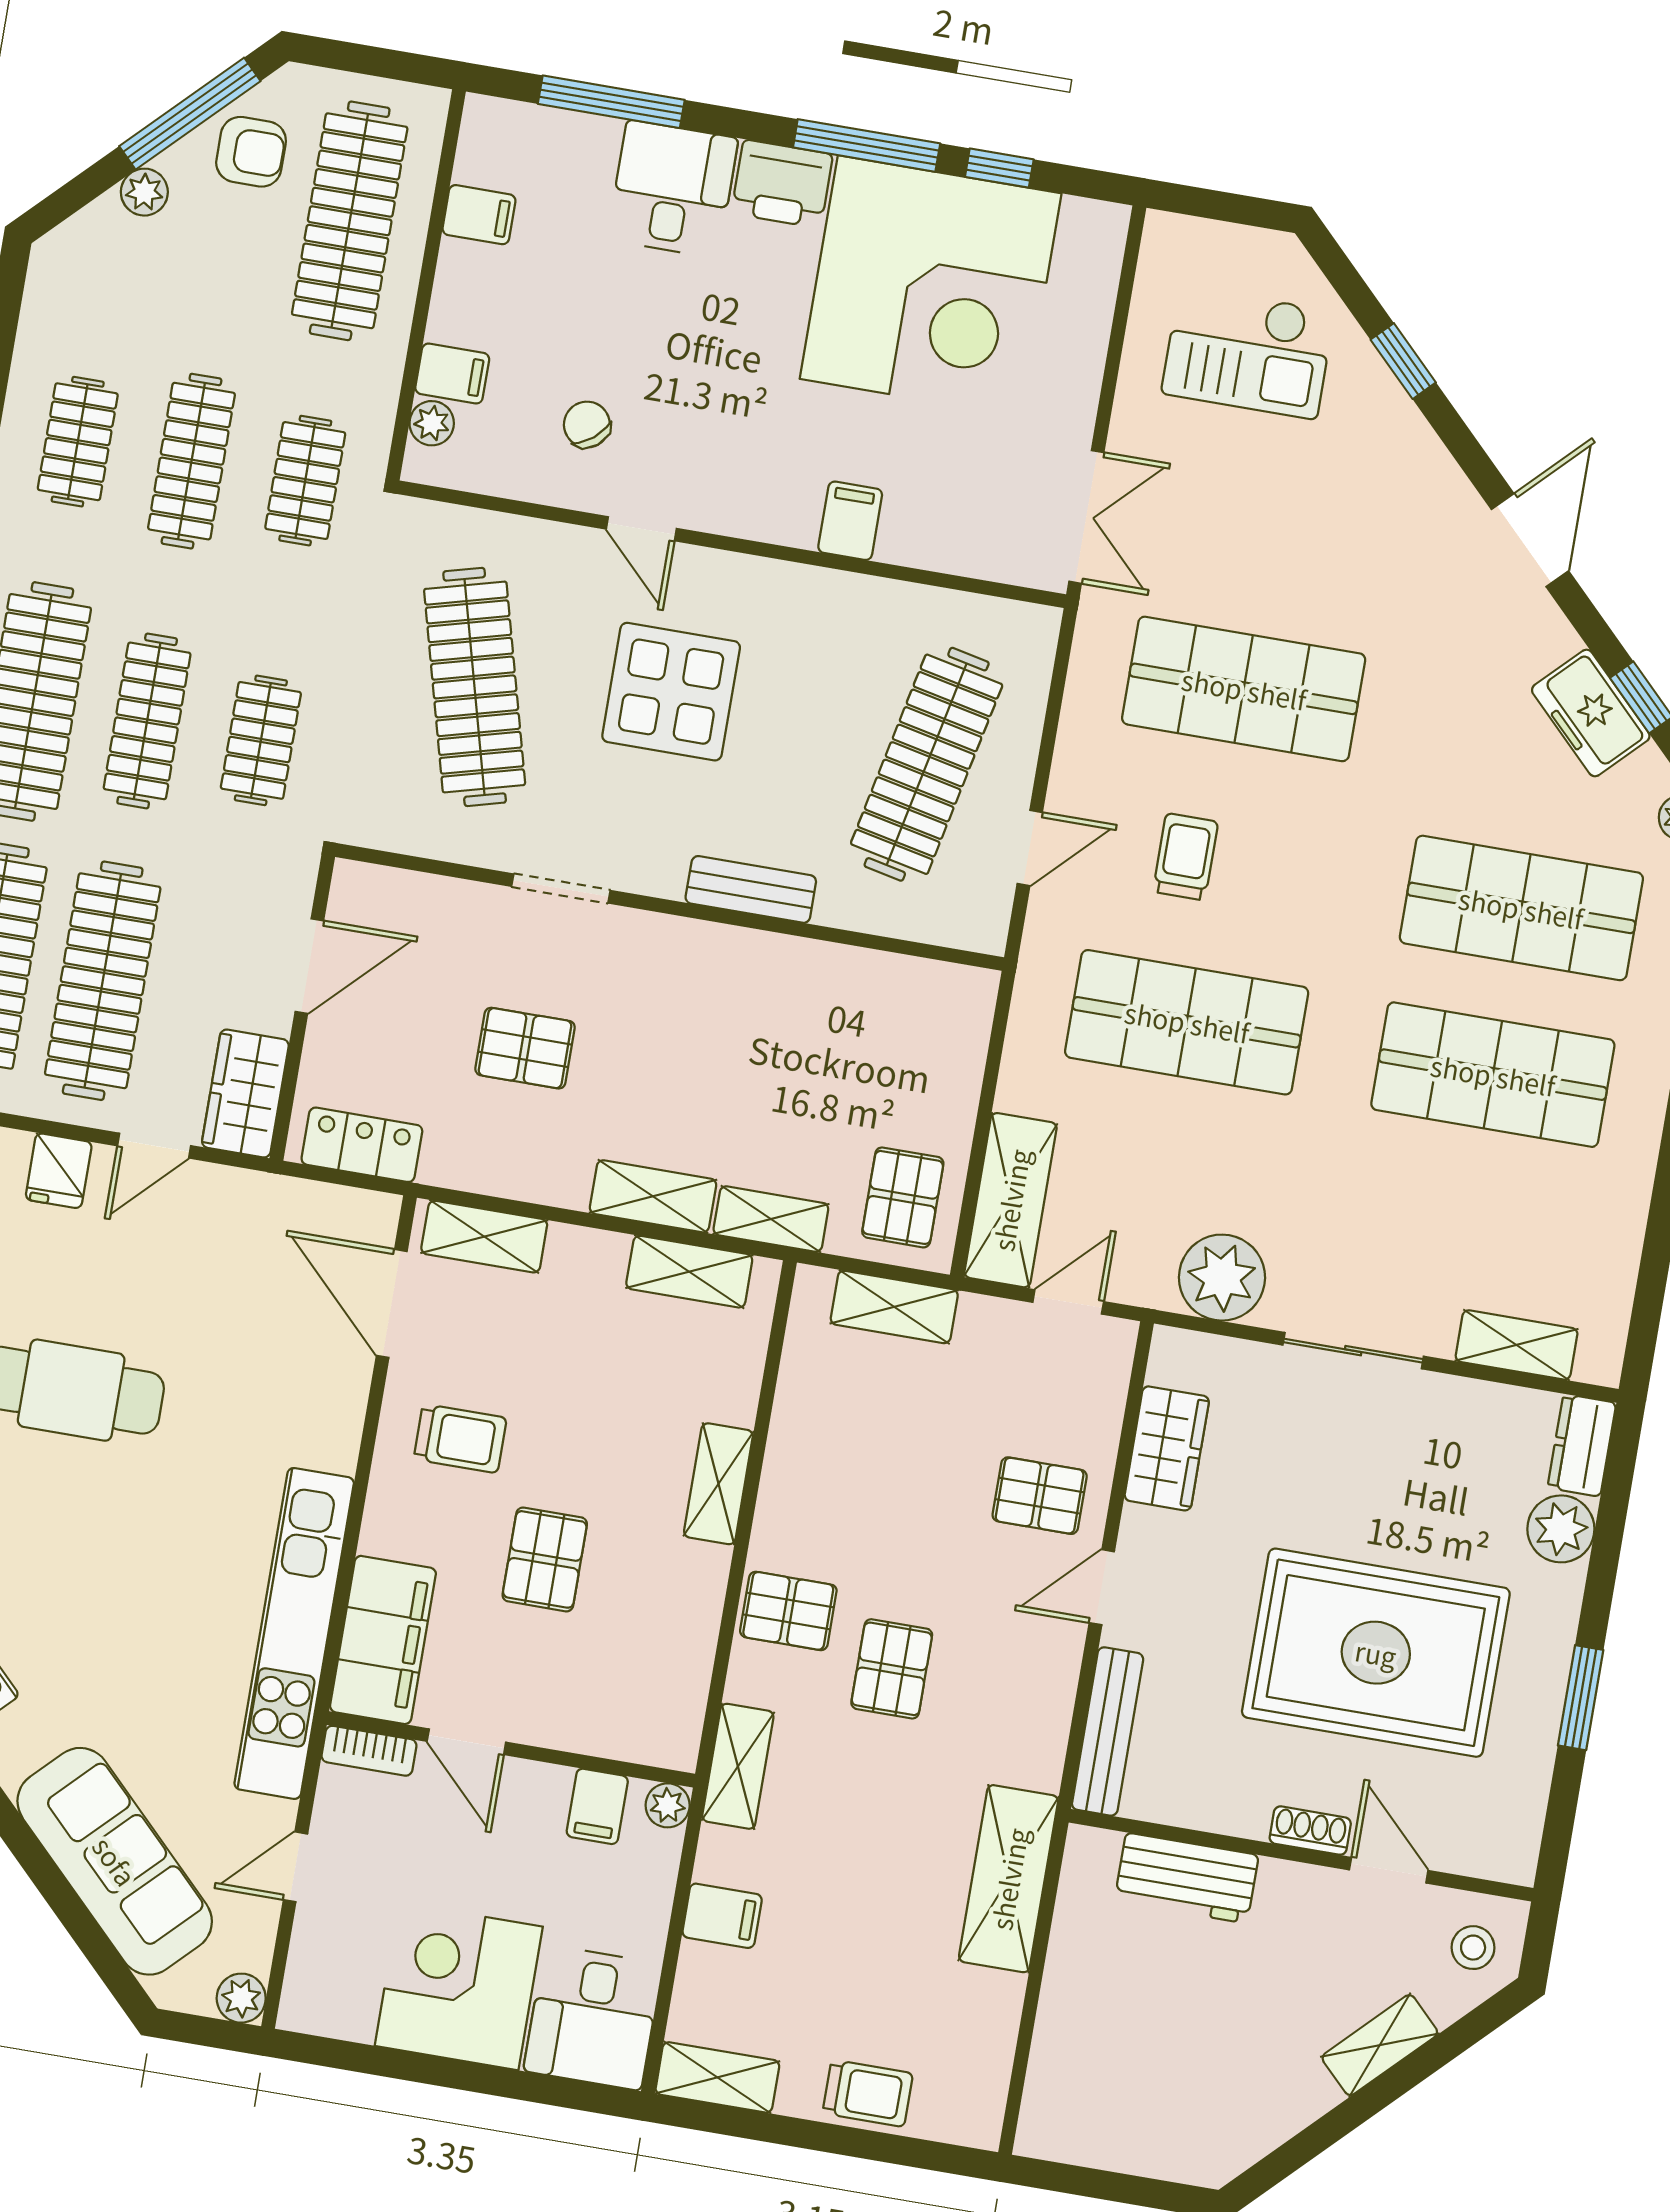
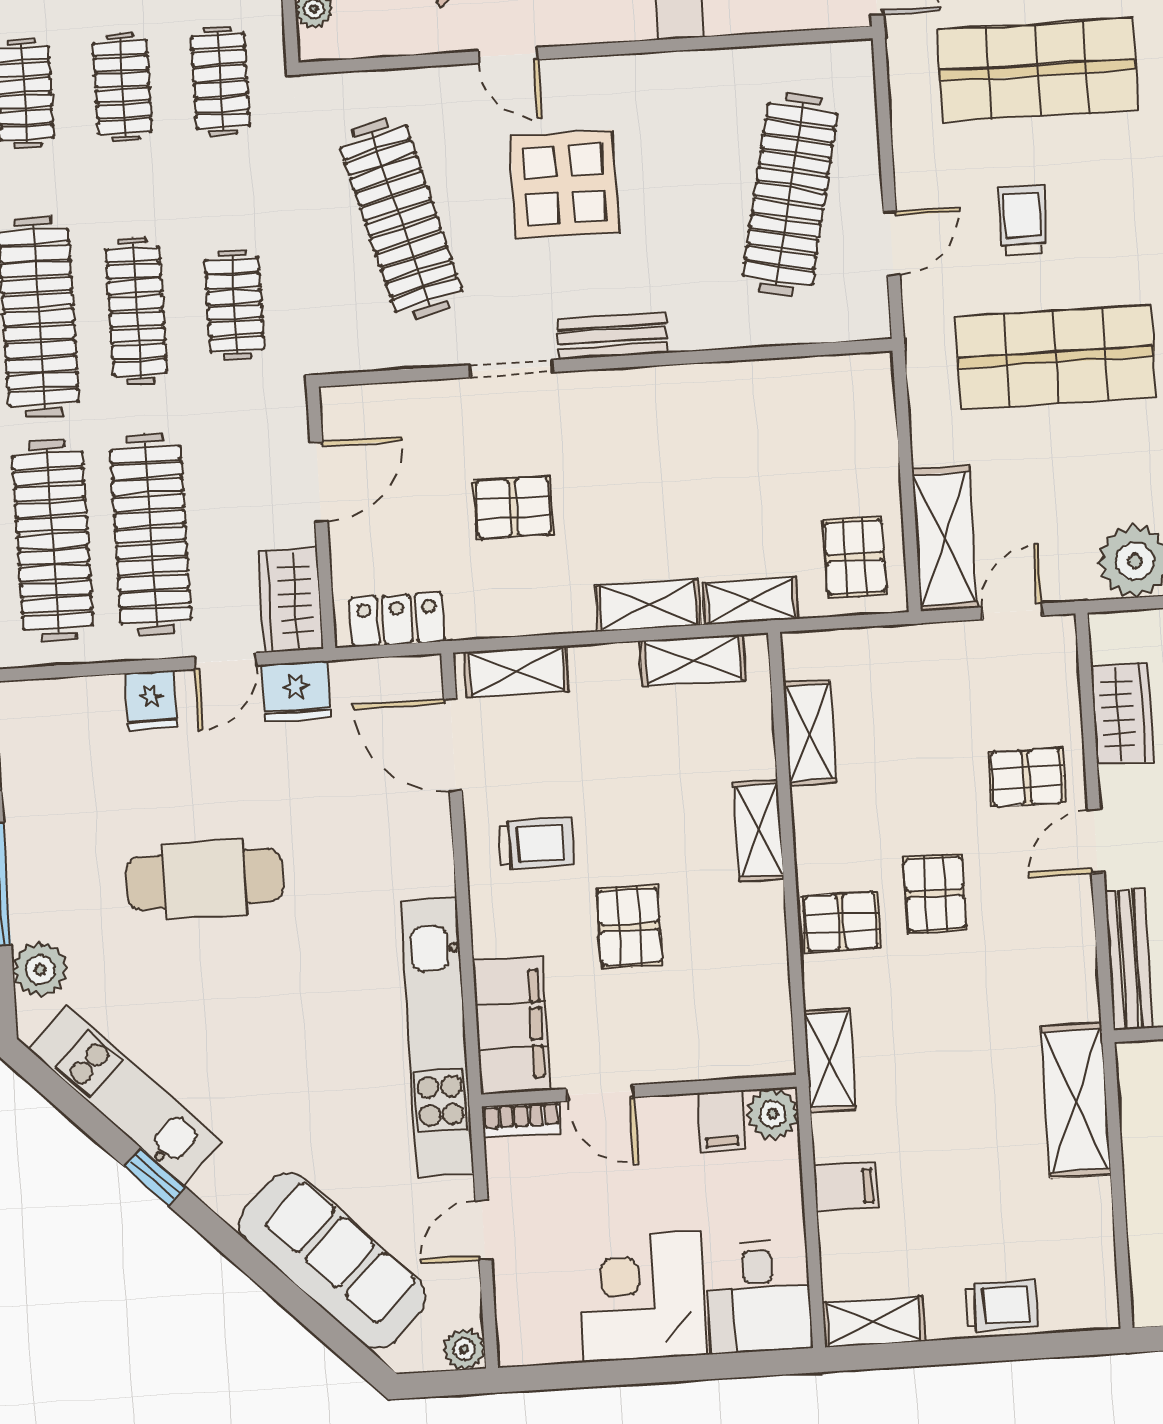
clothes rail: (191, 461) -> (122, 87), width x0.73
bench: (751, 889) -> (612, 336), moved
fridge: (227, 1199) -> (296, 691), added
shelving: (894, 1307) -> (810, 733), moved, turned 90
pallet: (892, 1669) -> (935, 893), moved
plant: (668, 1805) -> (773, 1114), width x1.38, depth x1.38

